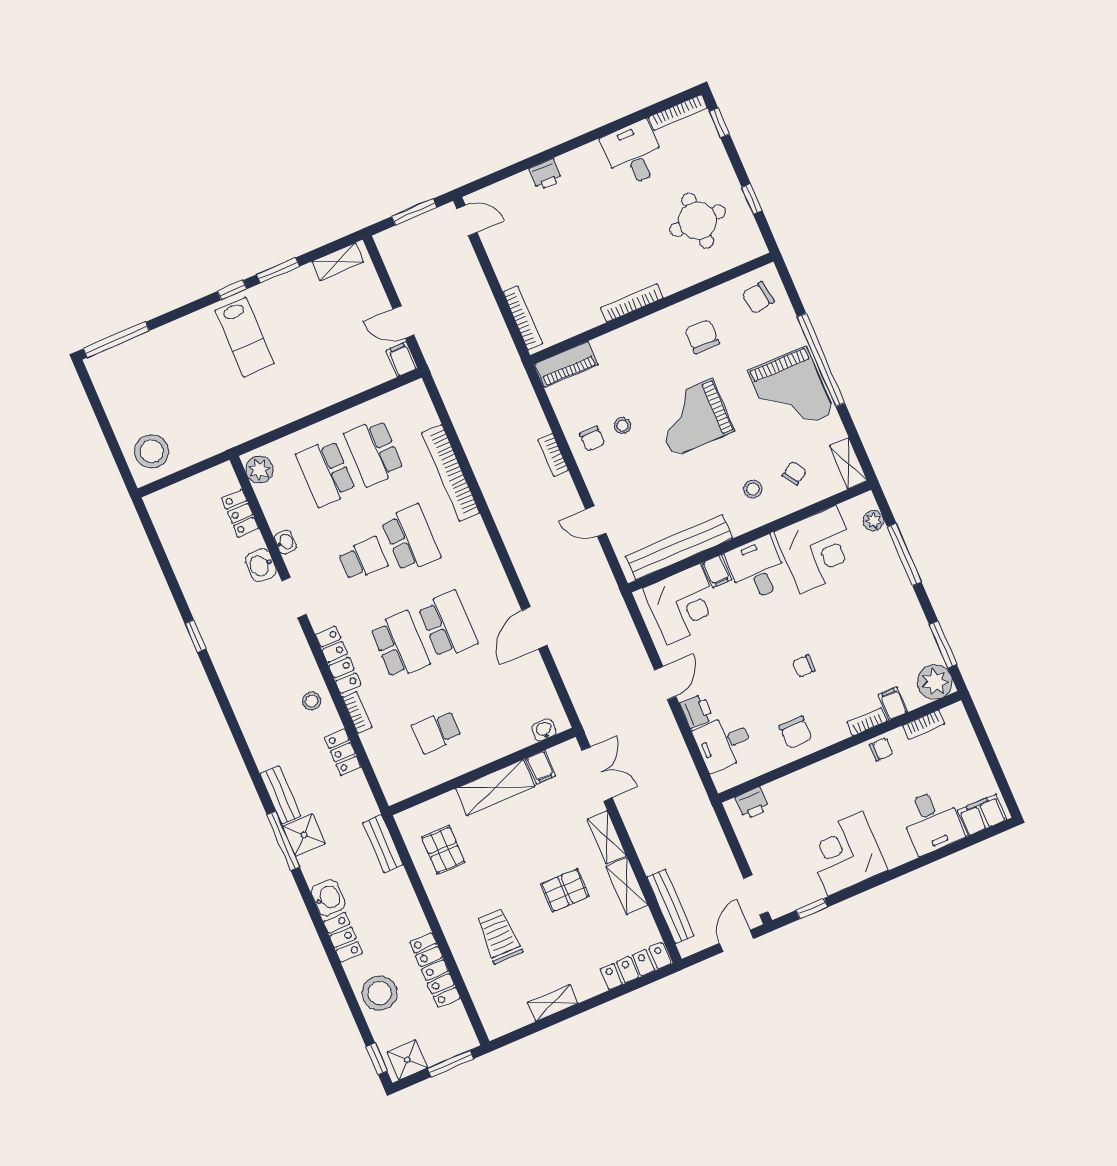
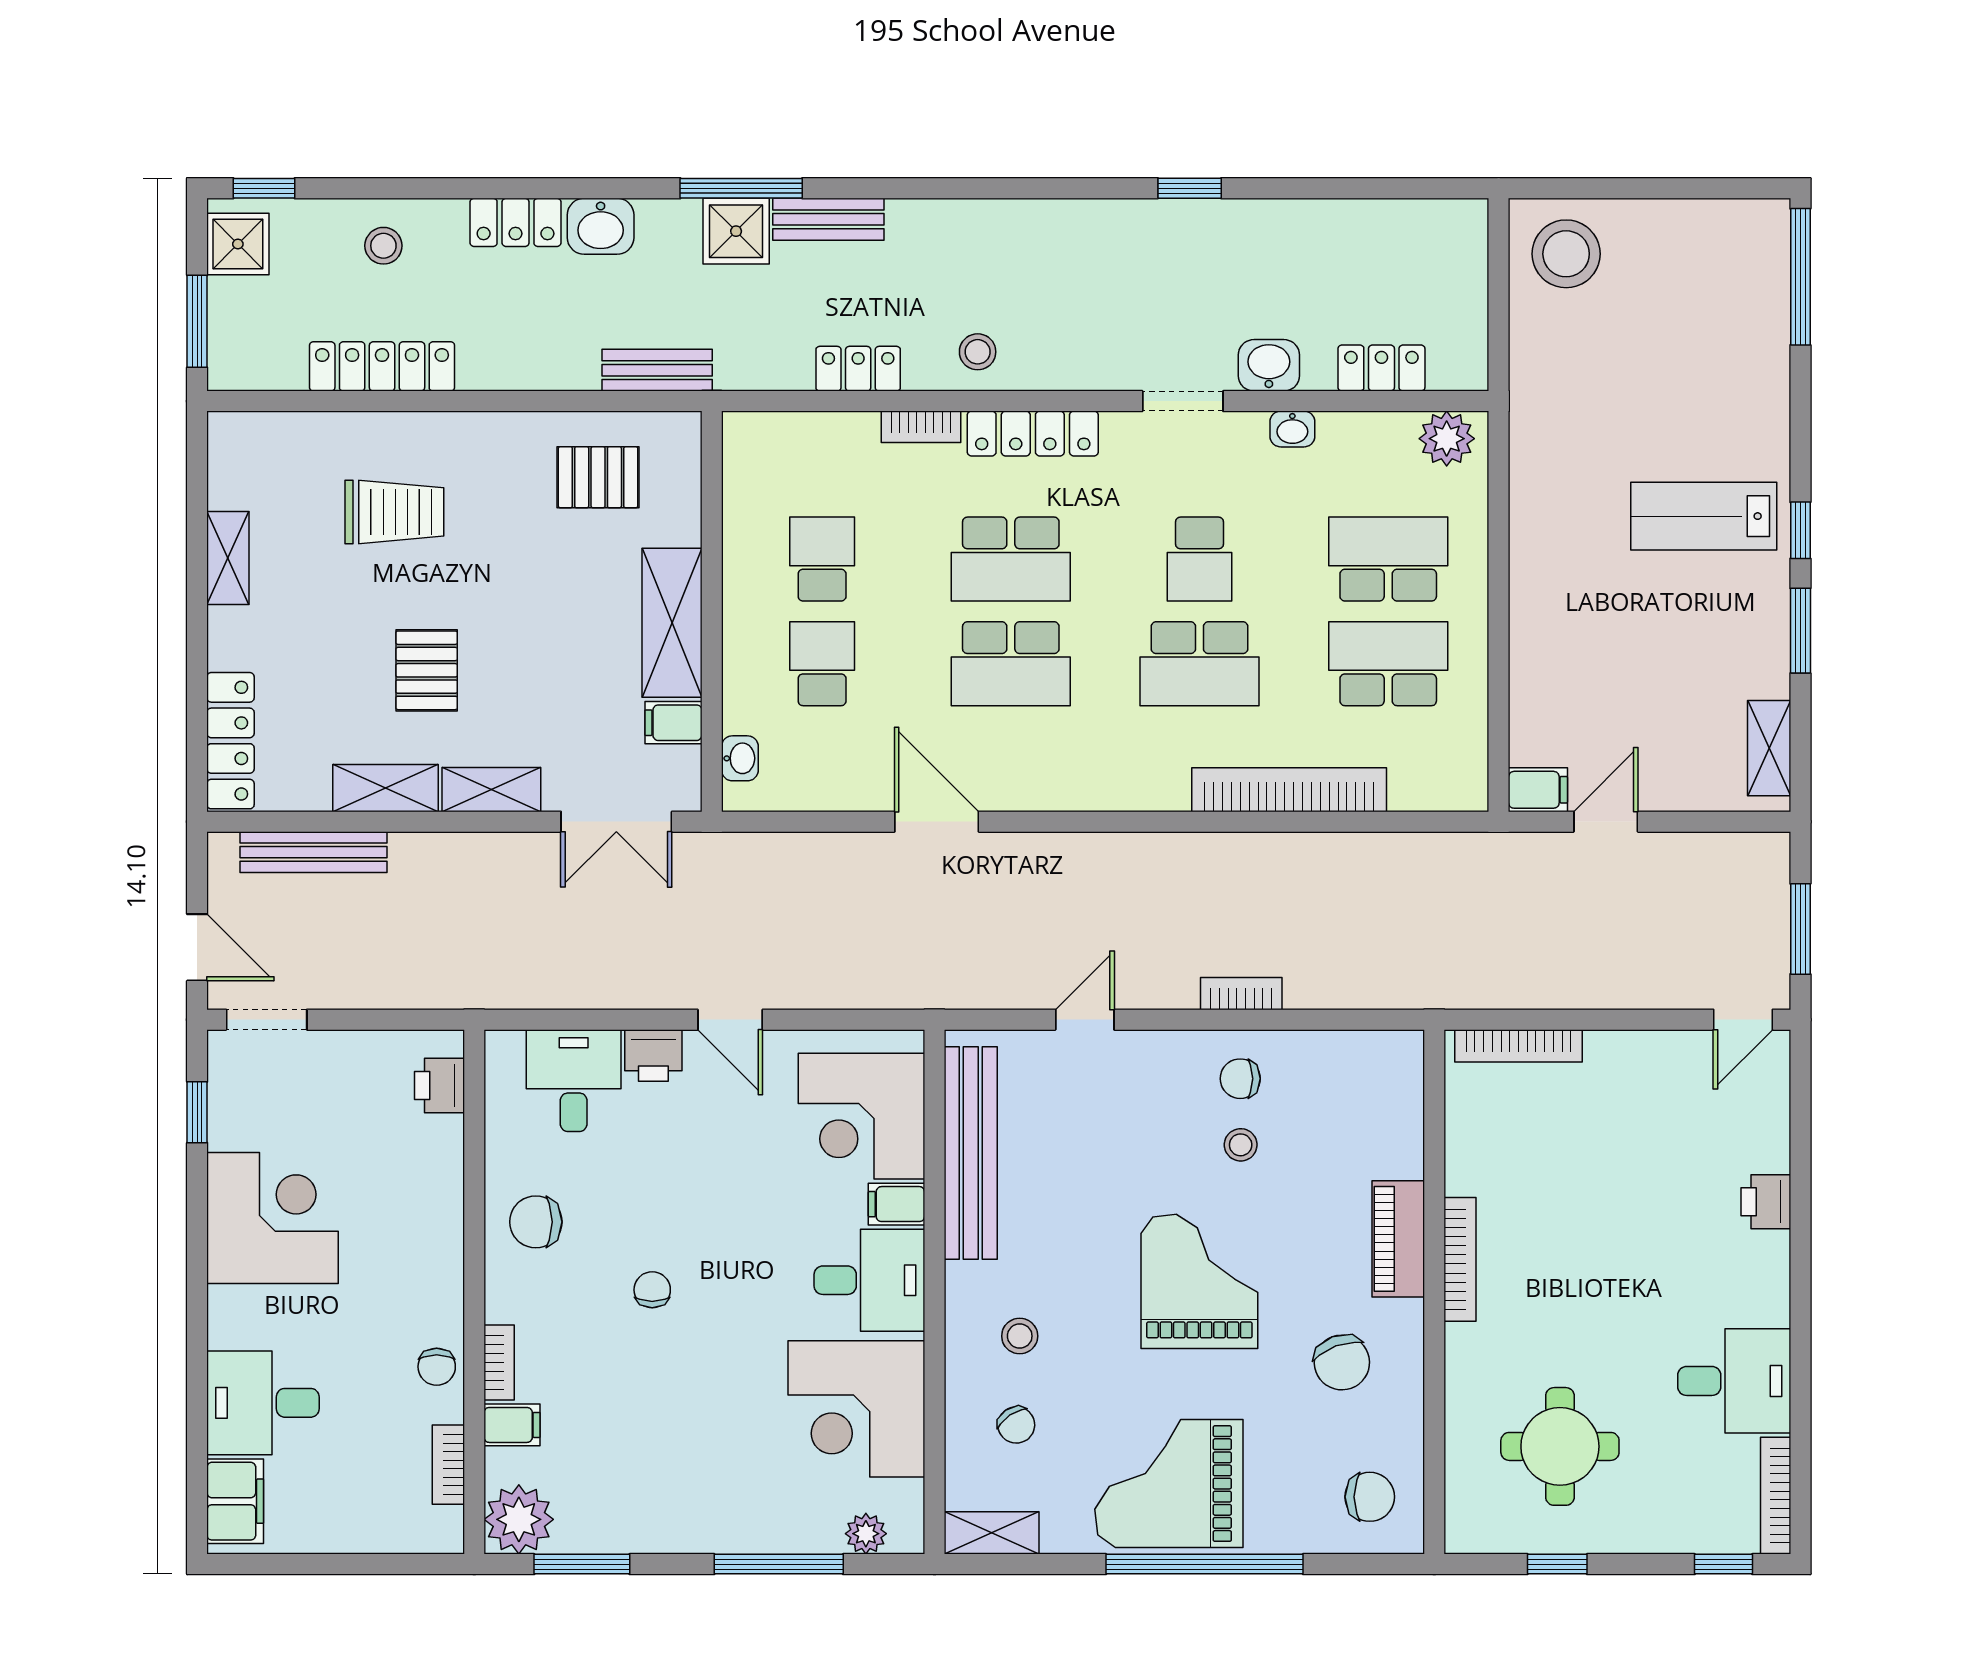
chair: (758, 298) -> (1370, 1497), turned 99
chair: (702, 337) -> (1342, 1362), turned 70
piano: (566, 364) -> (1398, 1239), moved
school desk: (485, 711) -> (822, 664), added
stool: (380, 993) -> (383, 246), width x0.53, depth x0.53

